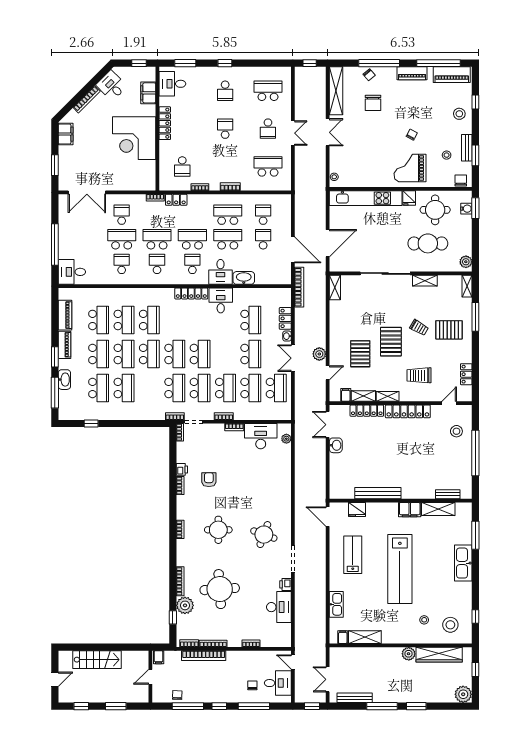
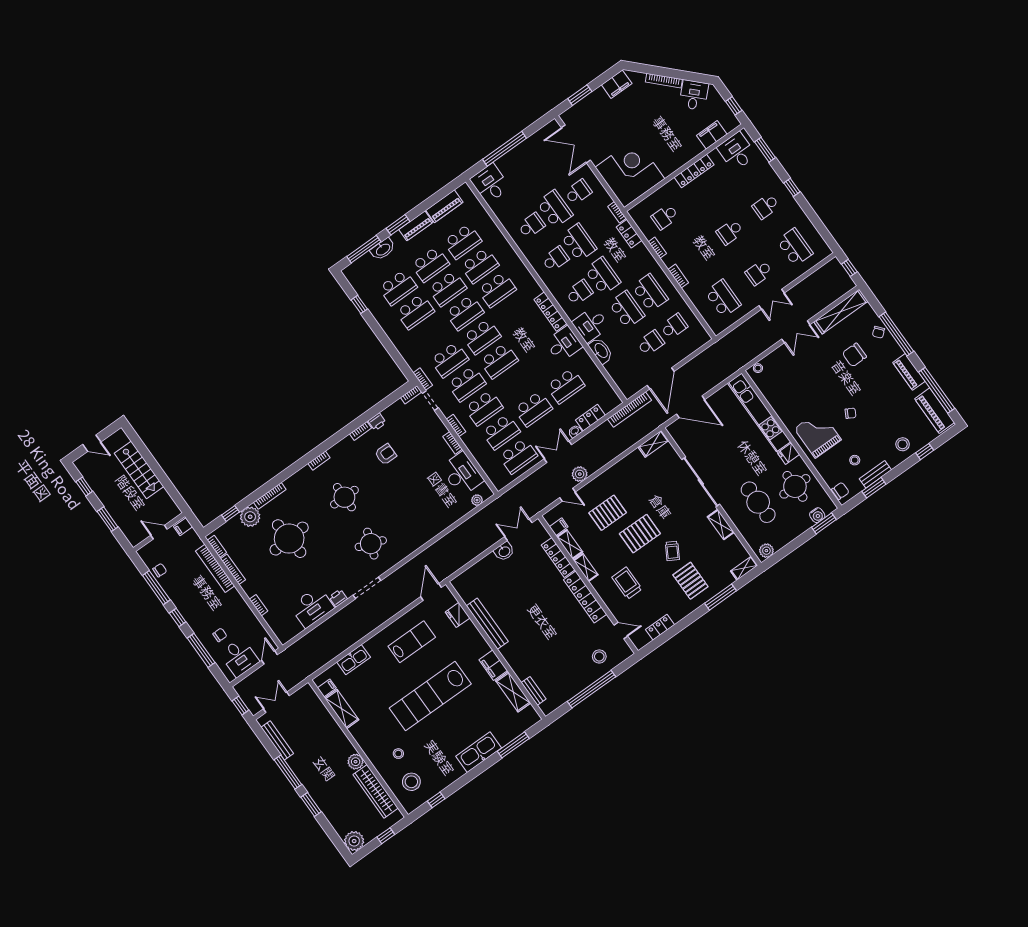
school desk: (225, 129) -> (730, 232), turned 180
corner desk: (134, 138) -> (630, 173), moved, turned 90

